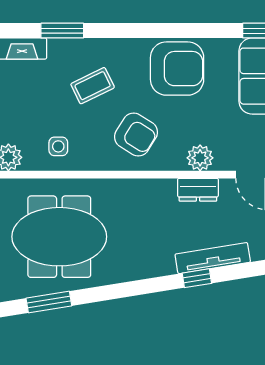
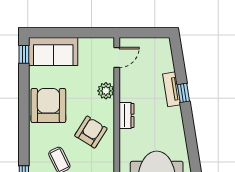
dresser: (198, 190) -> (126, 115), moved
tv unit: (213, 258) -> (172, 89), width x0.71

